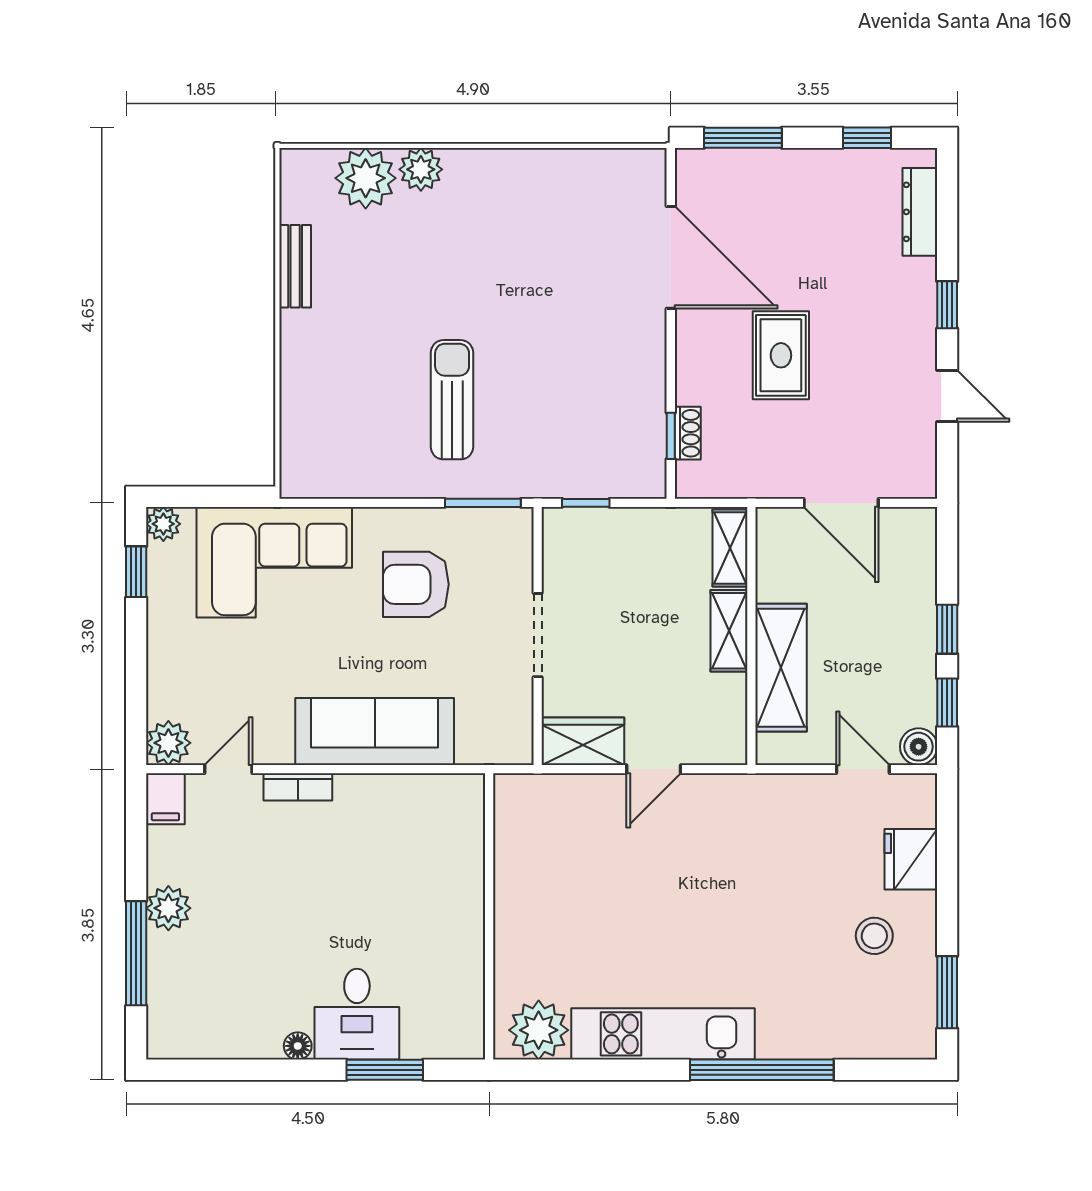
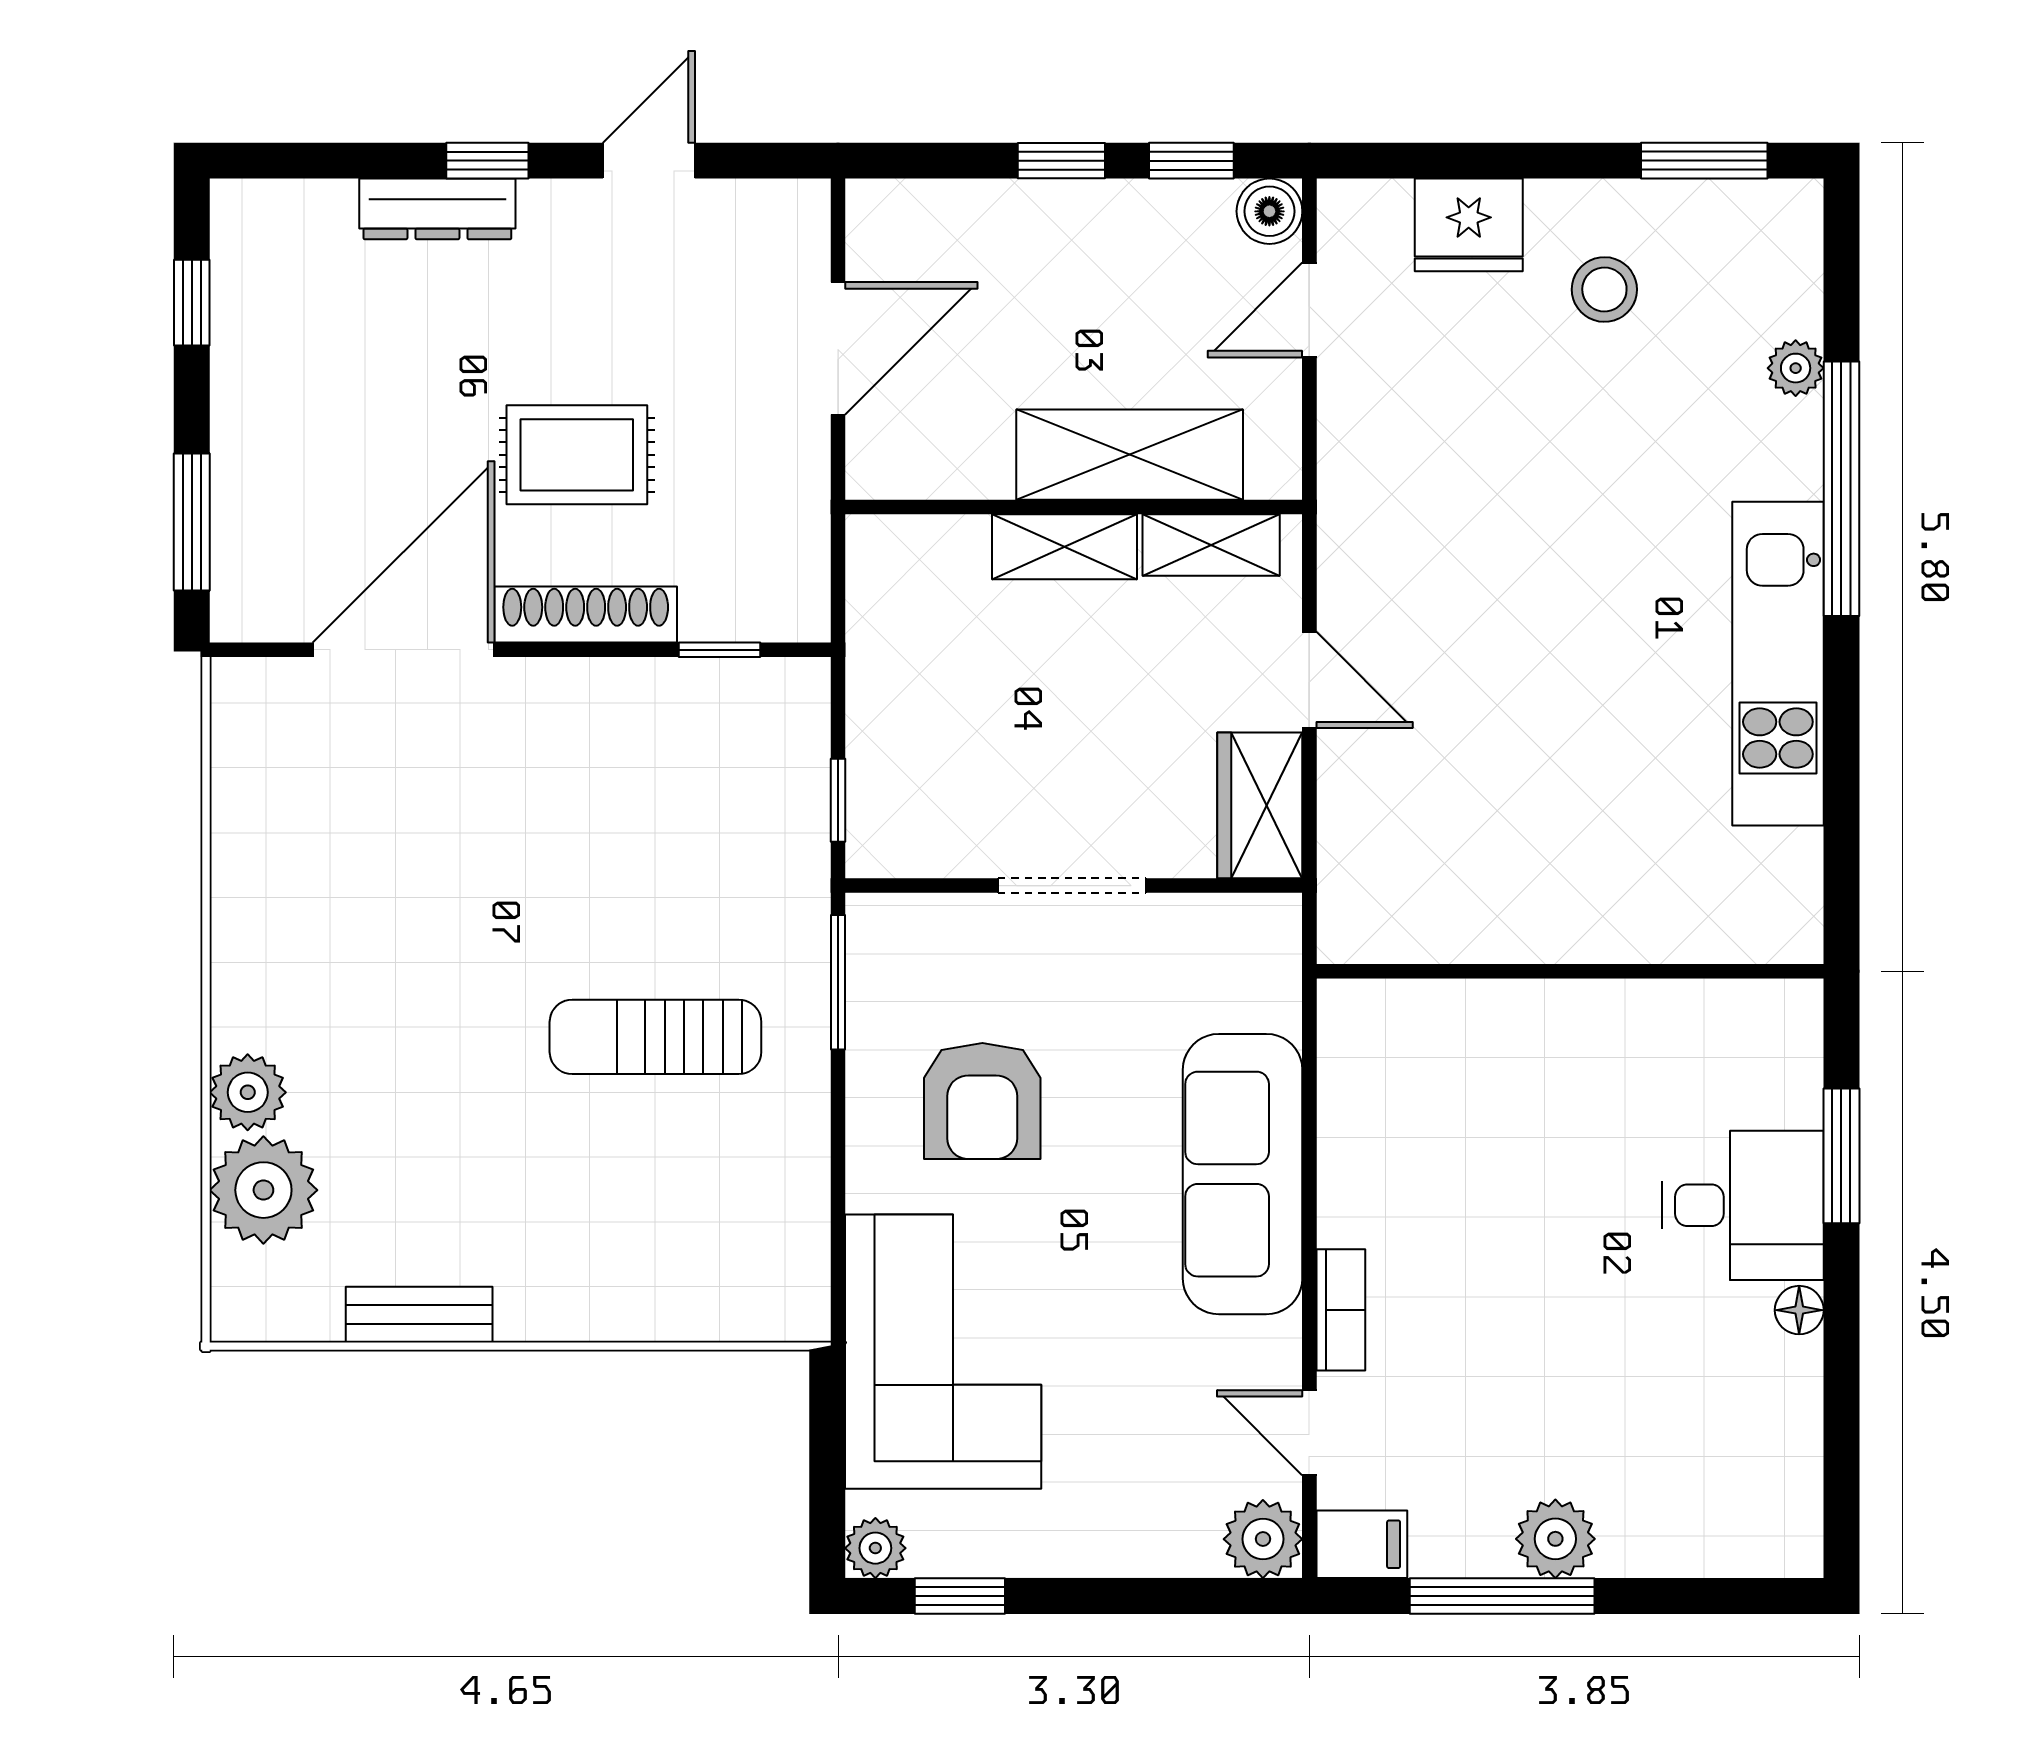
dresser: (920, 212) -> (437, 209), moved
shoe rack: (688, 433) -> (586, 615), moved, width x1.94, depth x1.24
shelving: (730, 548) -> (1211, 545), moved
window: (136, 953) -> (1502, 1596), moved
plant: (539, 1030) -> (1796, 368), moved, width x0.53, depth x0.53

